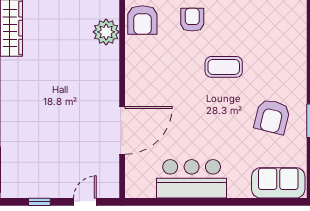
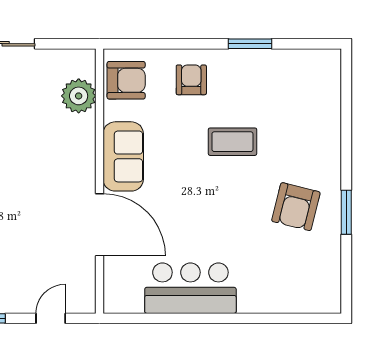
armchair: (142, 20) -> (126, 80), turned -90
door: (122, 130) -> (99, 225), hinge flipped
sofa: (278, 183) -> (123, 156), moved, turned 90

